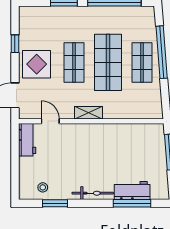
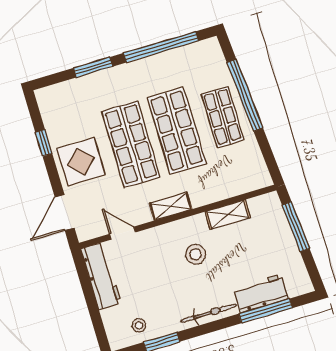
shop shelf: (74, 62) -> (131, 144), width x1.43, depth x1.36
shelving: (126, 130) -> (228, 215), added
workbench: (27, 140) -> (101, 276), width x1.38
stool: (96, 151) -> (196, 254), added

